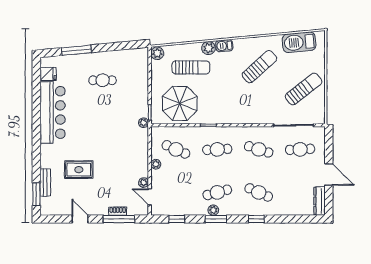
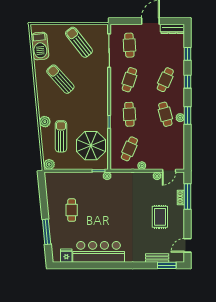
barbecue: (224, 46) -> (43, 108), removed
rug: (79, 170) -> (160, 217), moved
door: (80, 219) -> (188, 245), moved
window: (177, 219) -> (188, 54), moved

